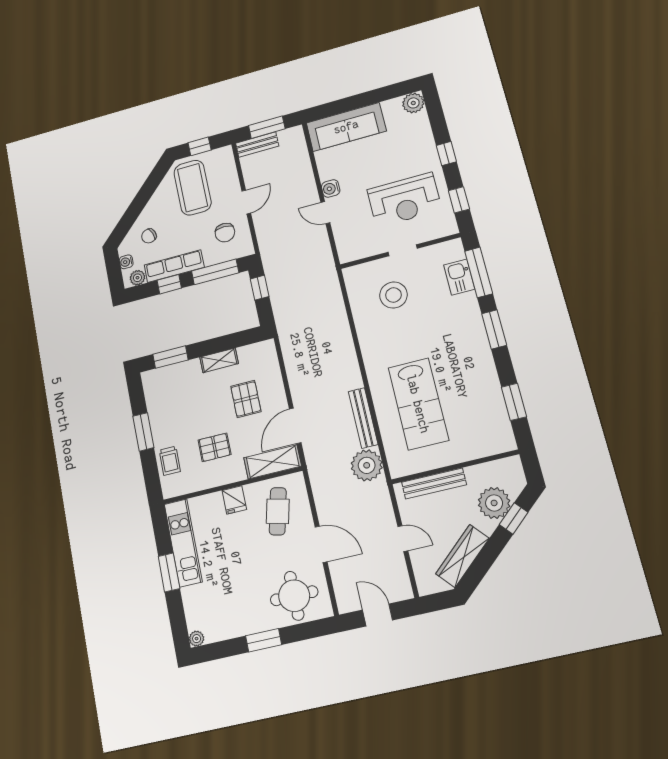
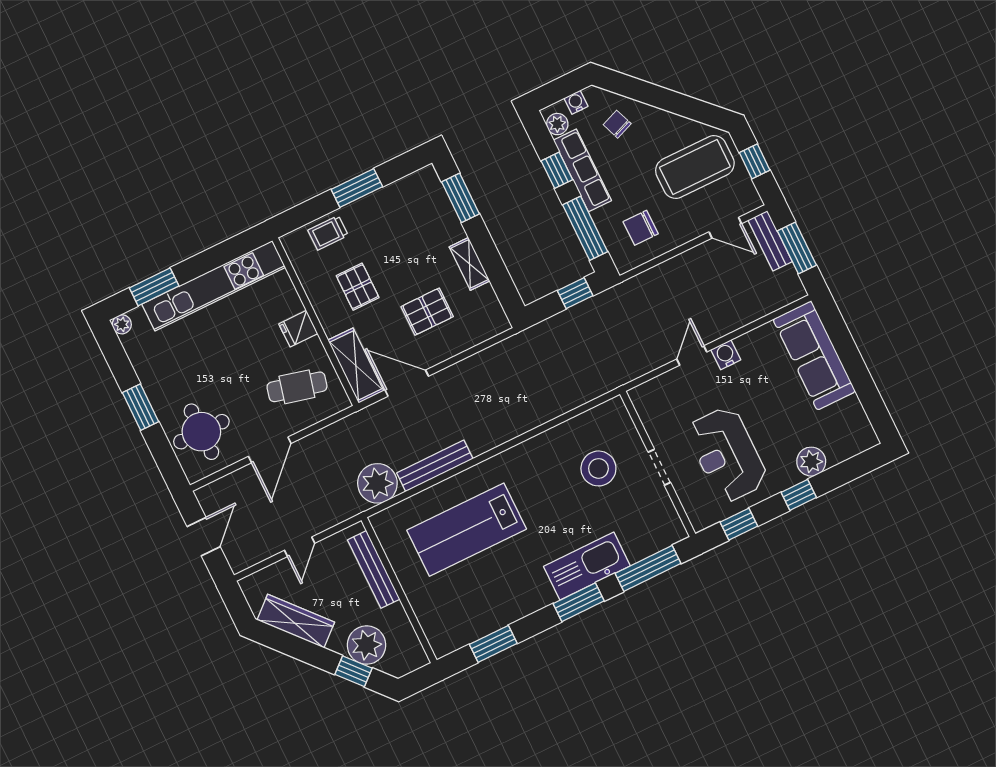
plant: (413, 103) -> (811, 462), moved
door: (246, 202) -> (725, 228), moved
kitchen sink: (459, 277) -> (587, 566), moved, width x1.88, depth x1.24
kitchen unit: (183, 543) -> (214, 286), width x1.36
window: (169, 572) -> (154, 287), moved

